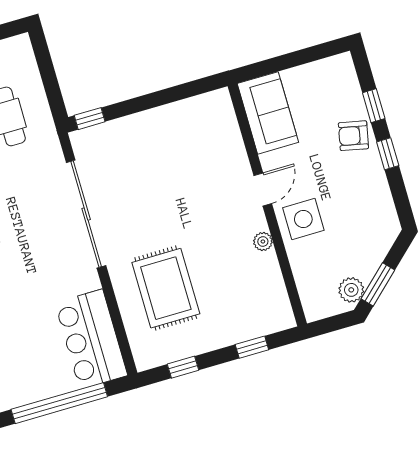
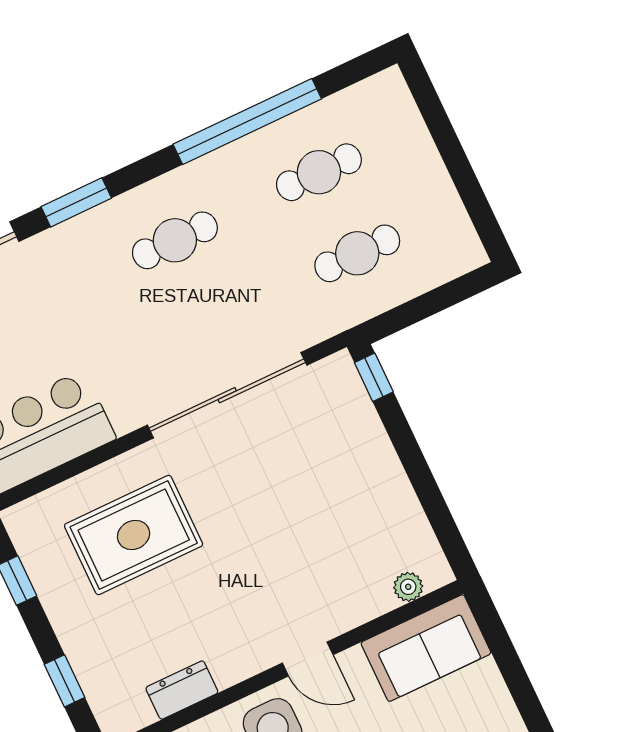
plant: (263, 241) -> (408, 587), moved
dresser: (270, 273) -> (182, 690), added

